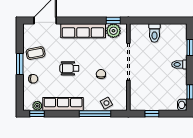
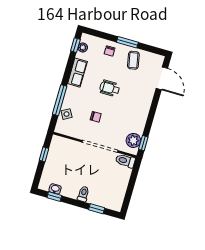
row of seats: (83, 31) -> (142, 111), removed
toilet: (154, 33) -> (125, 161), moved
wheelchair: (69, 68) -> (110, 88), turned -90
row of seats: (63, 104) -> (77, 73), width x0.68
washbasin: (182, 105) -> (55, 189), moved

